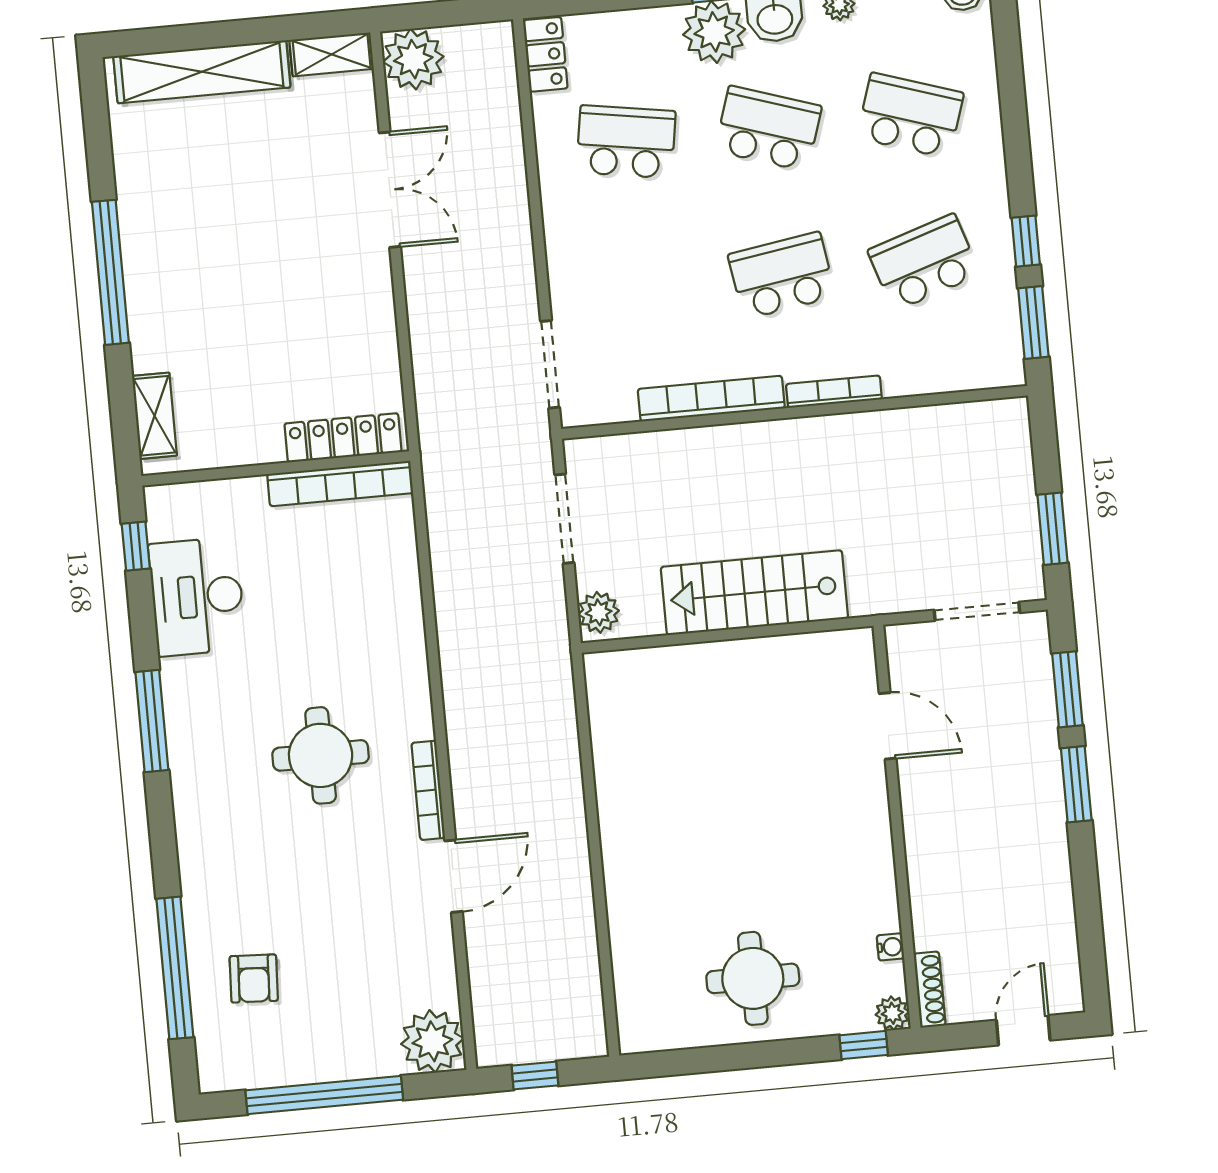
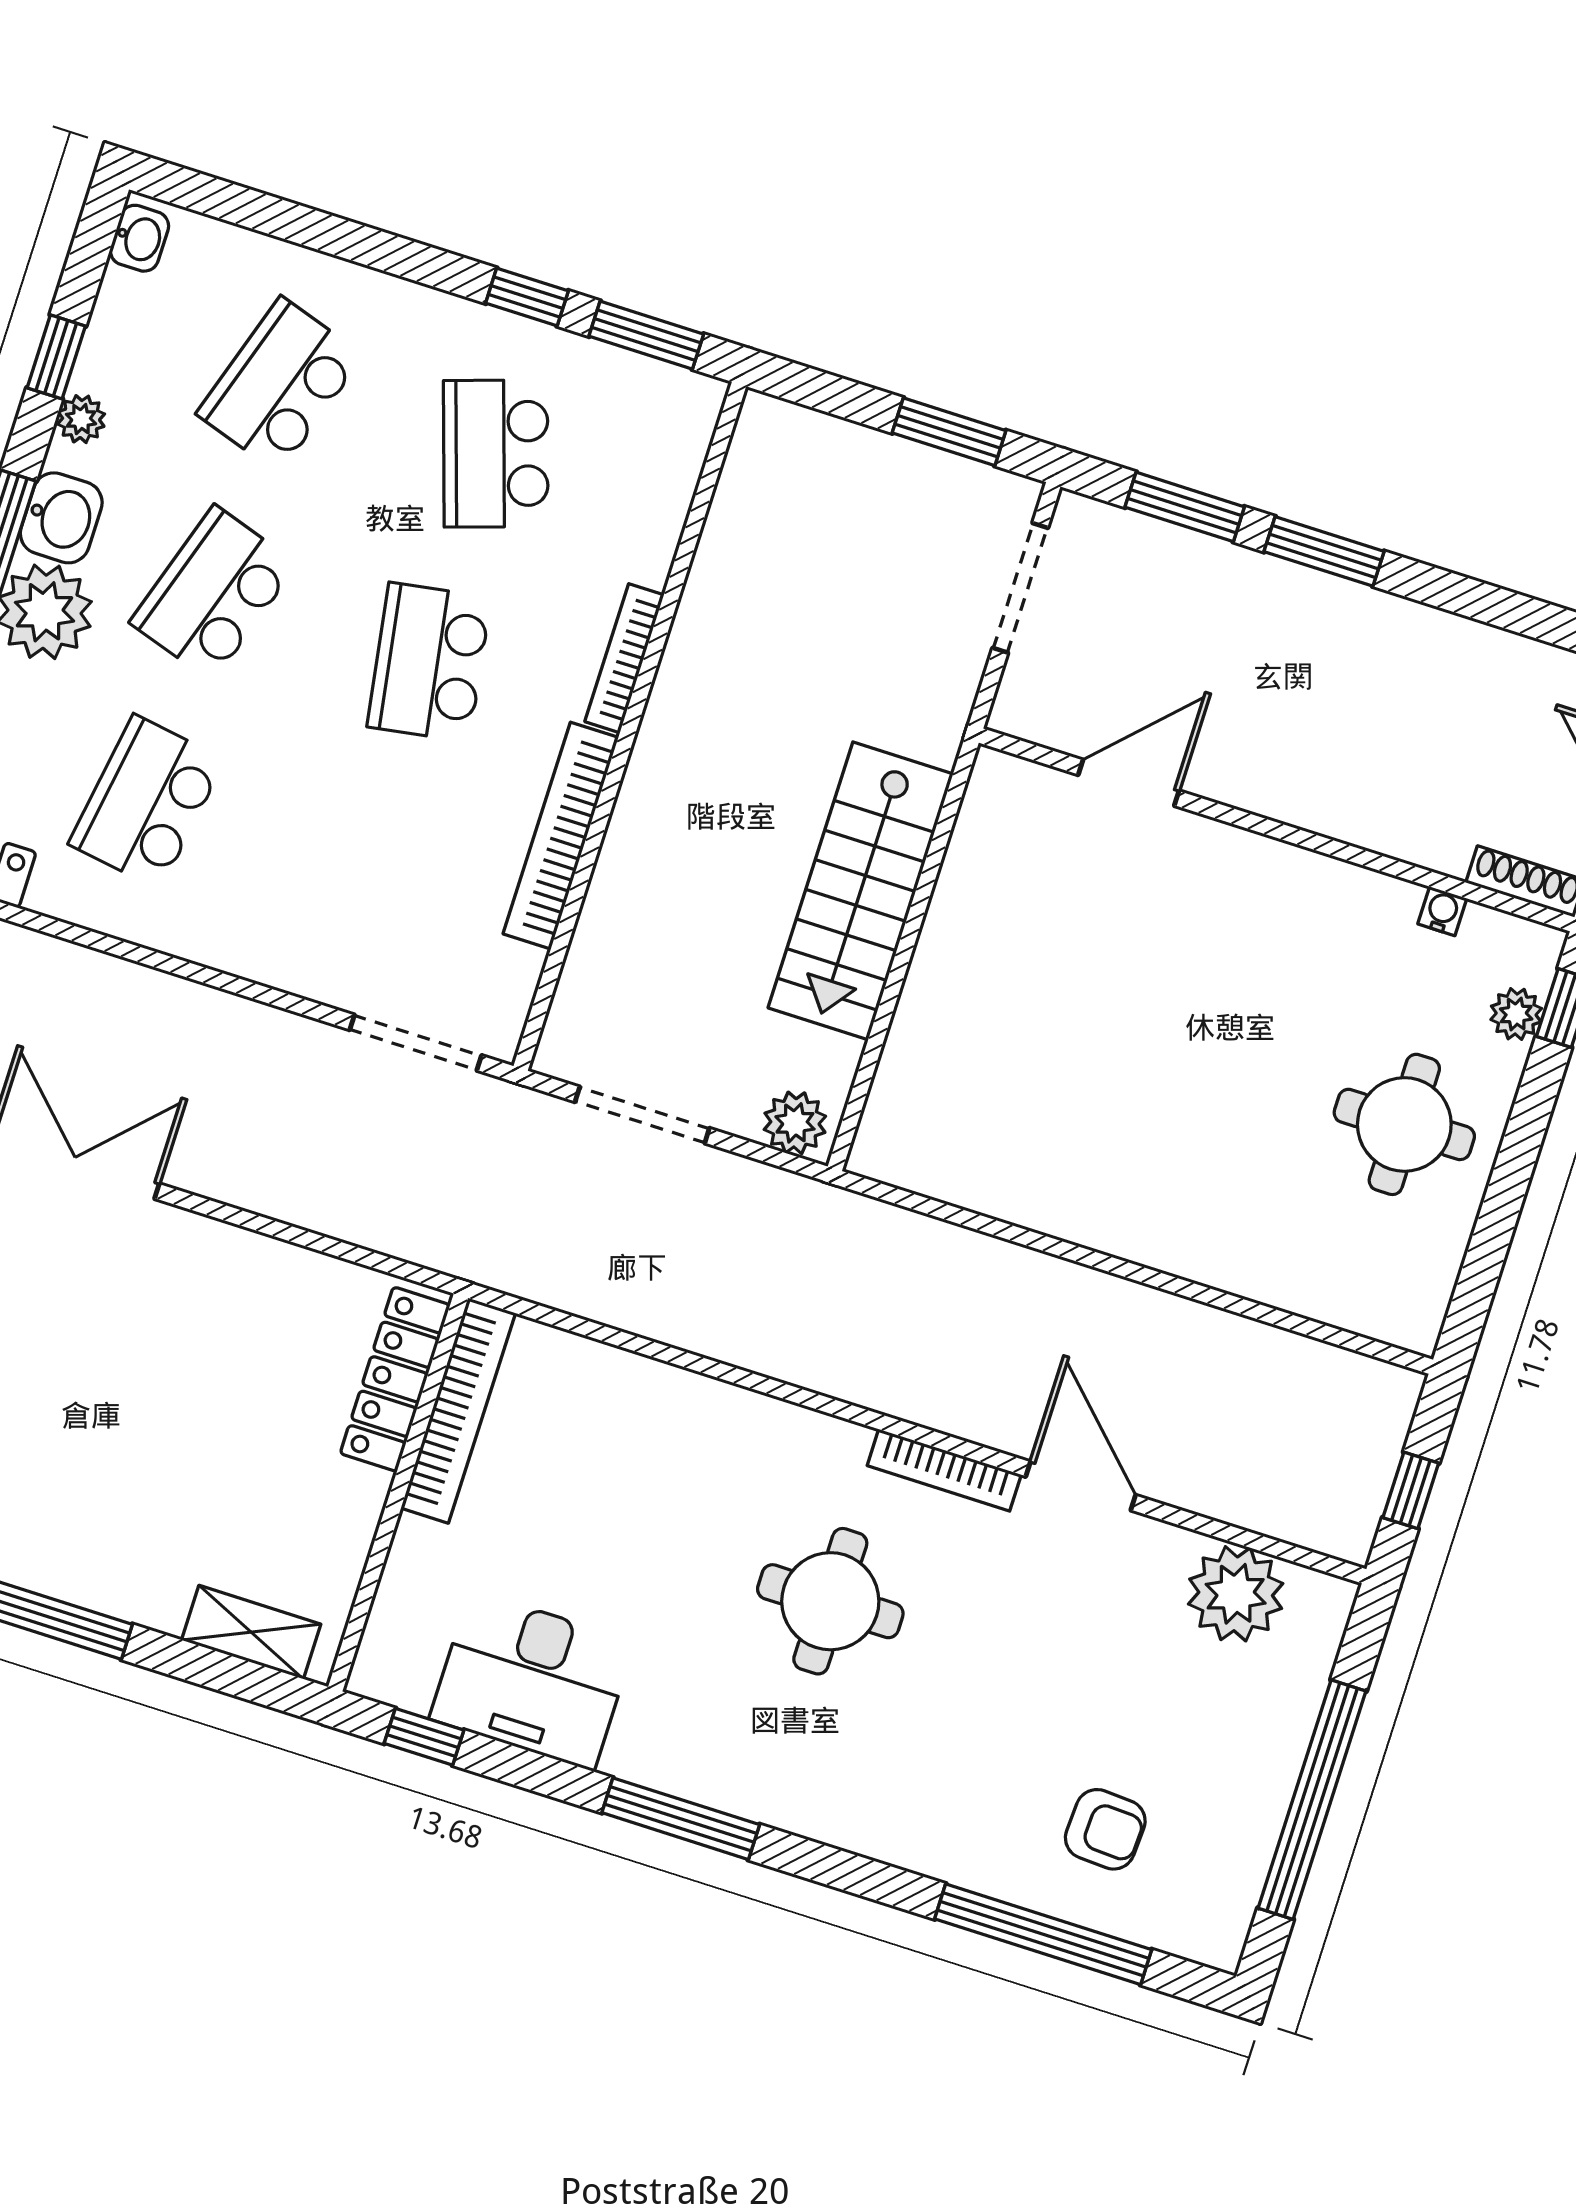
plant: (892, 1013) -> (1516, 1014), moved
plant: (432, 1041) -> (1236, 1594), moved

